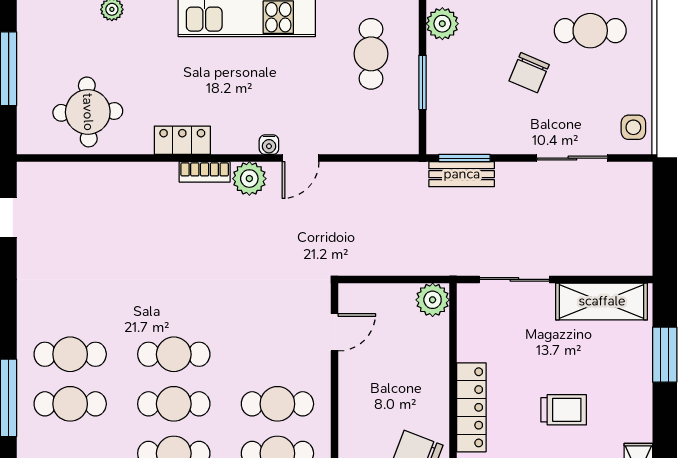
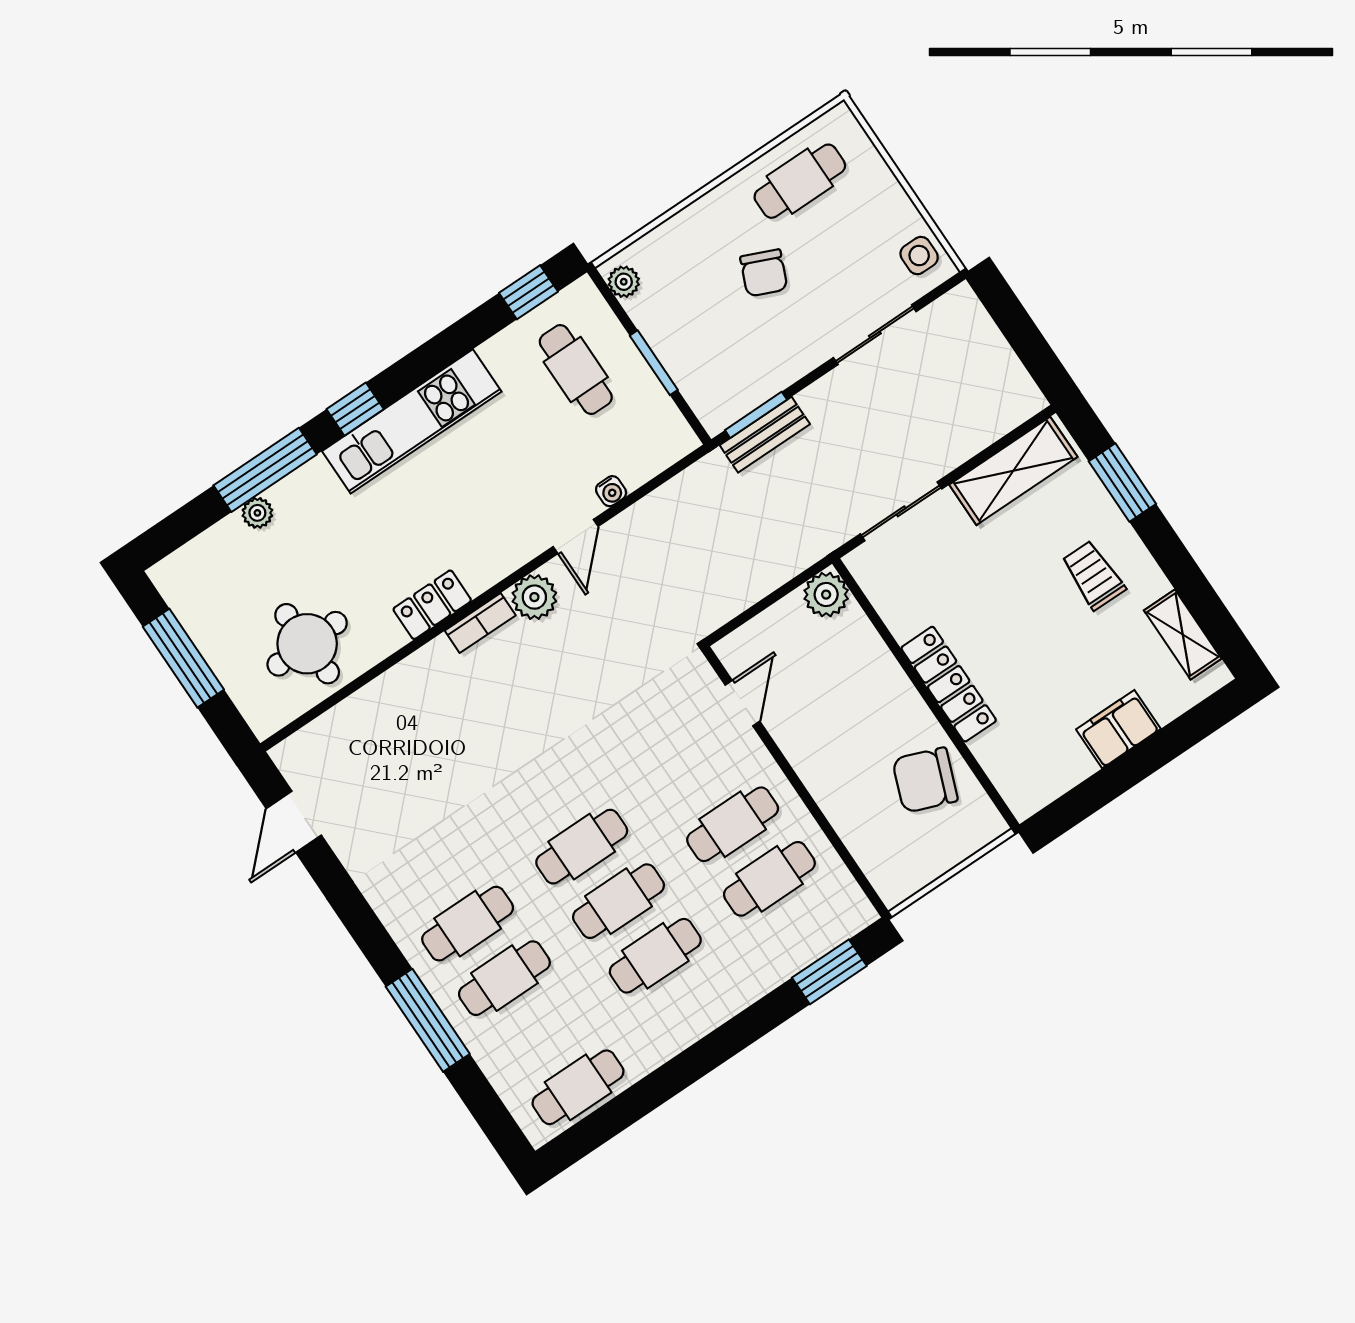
plant: (442, 24) -> (624, 282), width x0.73, depth x0.73
water cooler: (269, 145) -> (611, 491), moved
trolley: (564, 410) -> (1093, 575), moved, turned -90

